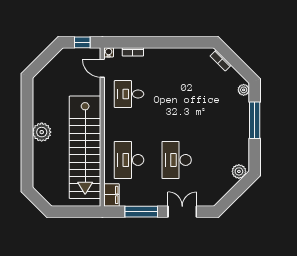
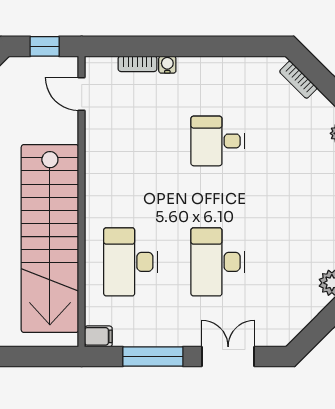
water cooler: (109, 52) -> (167, 65), moved
desk: (129, 94) -> (218, 141), moved
filing cabinet: (111, 195) -> (98, 336), width x0.50

